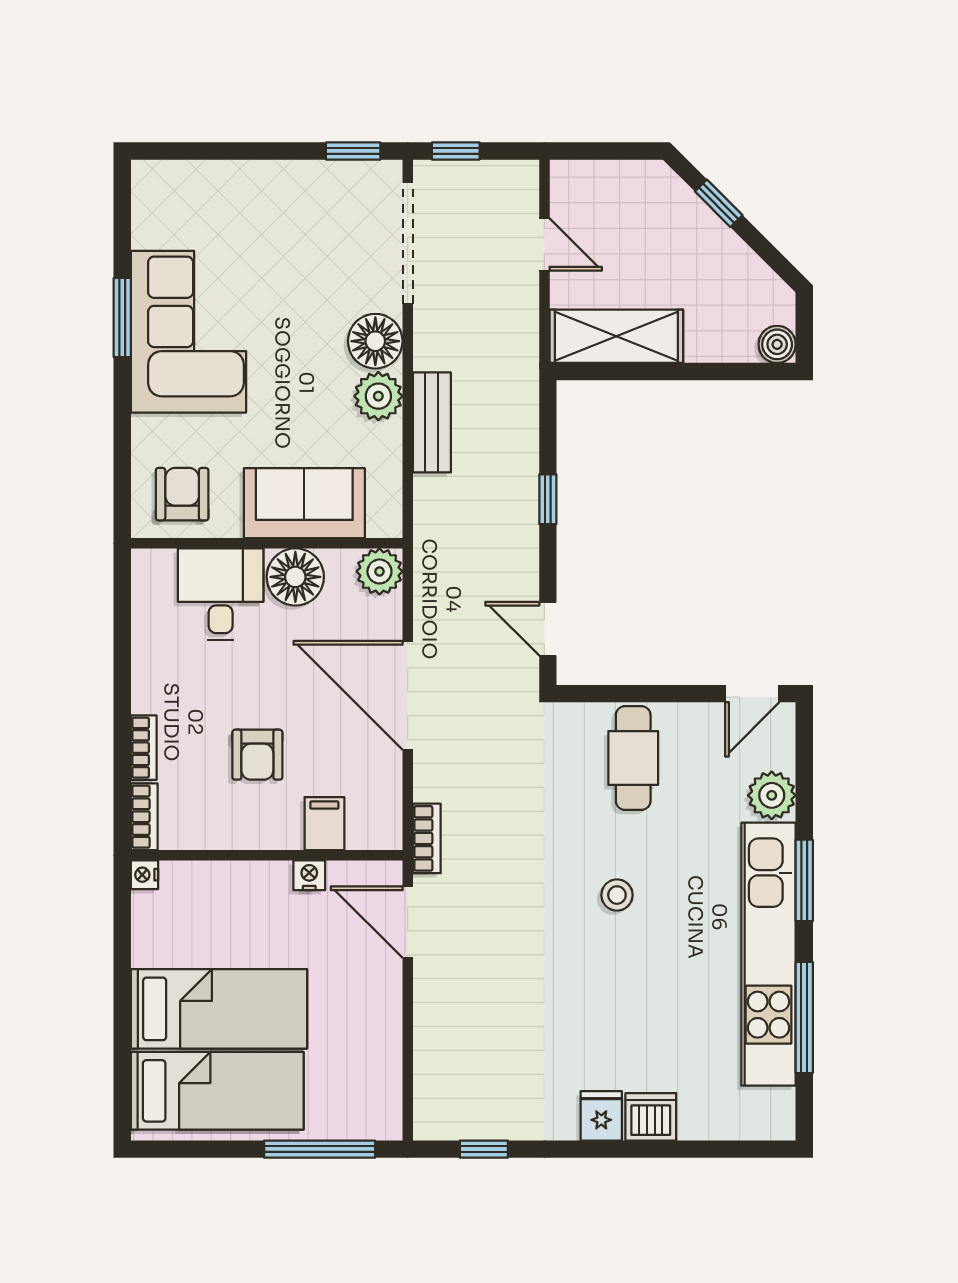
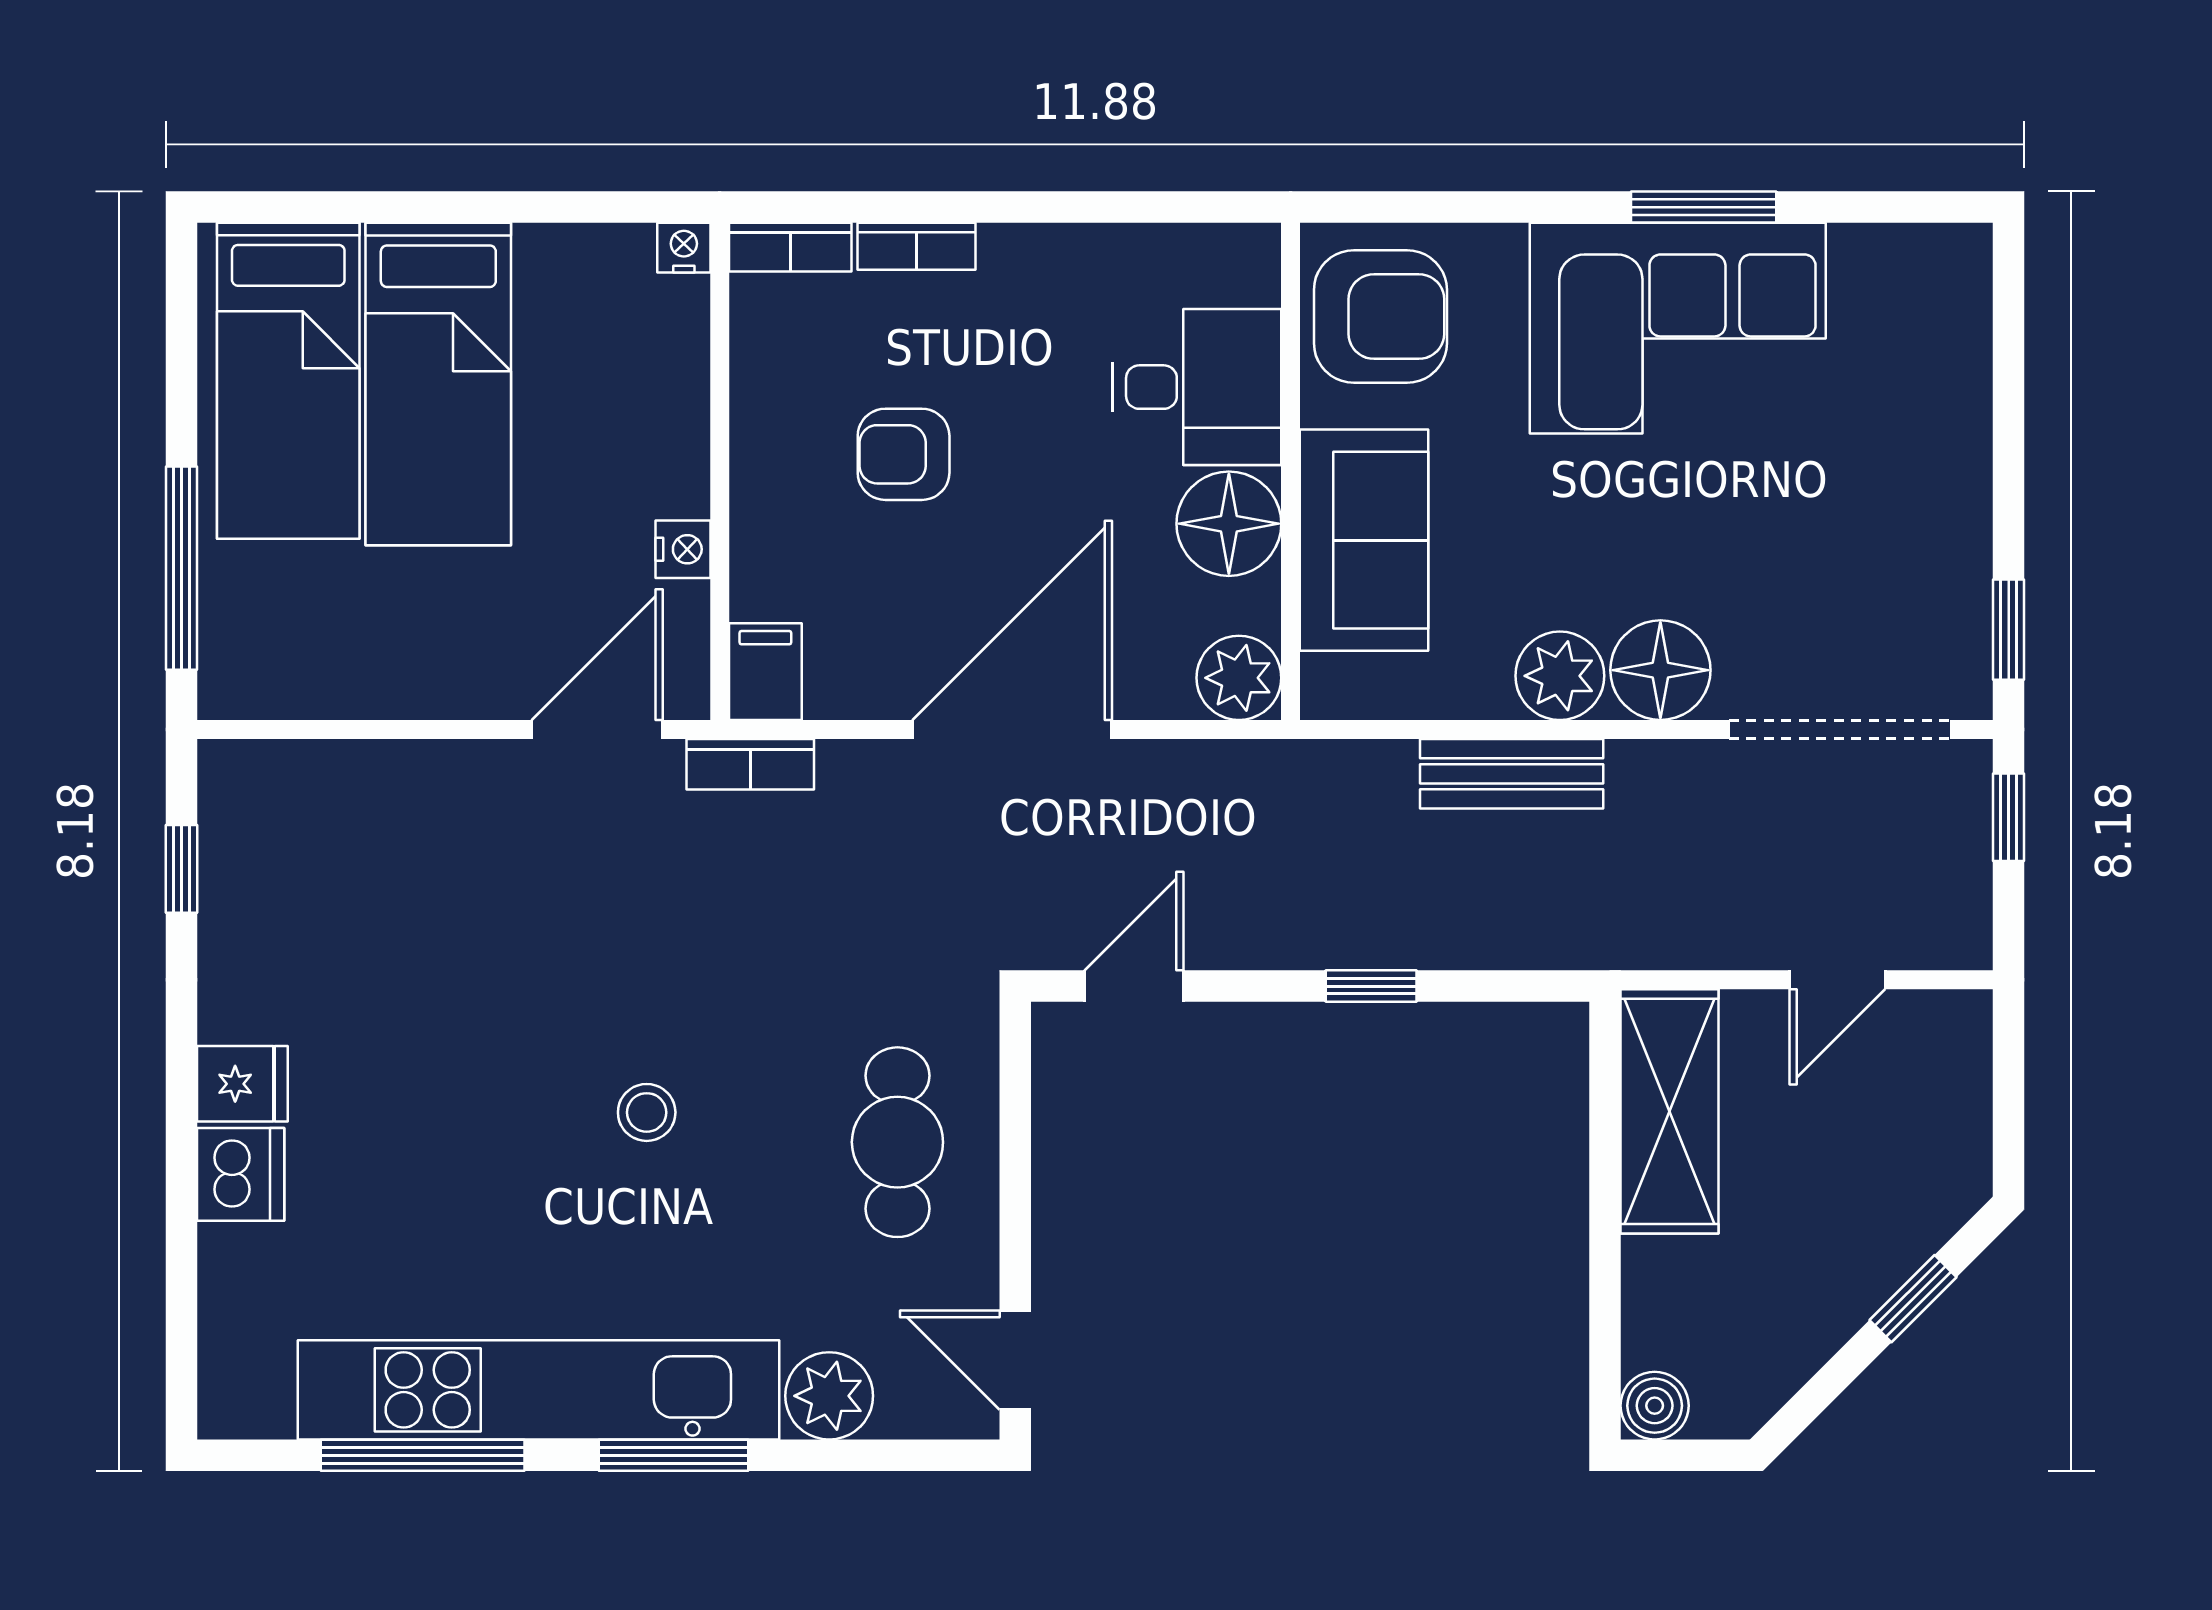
armchair: (182, 494) -> (1380, 317), width x1.38, depth x1.38
cafe table: (633, 758) -> (897, 1142), turned 90
filing cabinet: (324, 824) -> (765, 672), moved, turned -90

